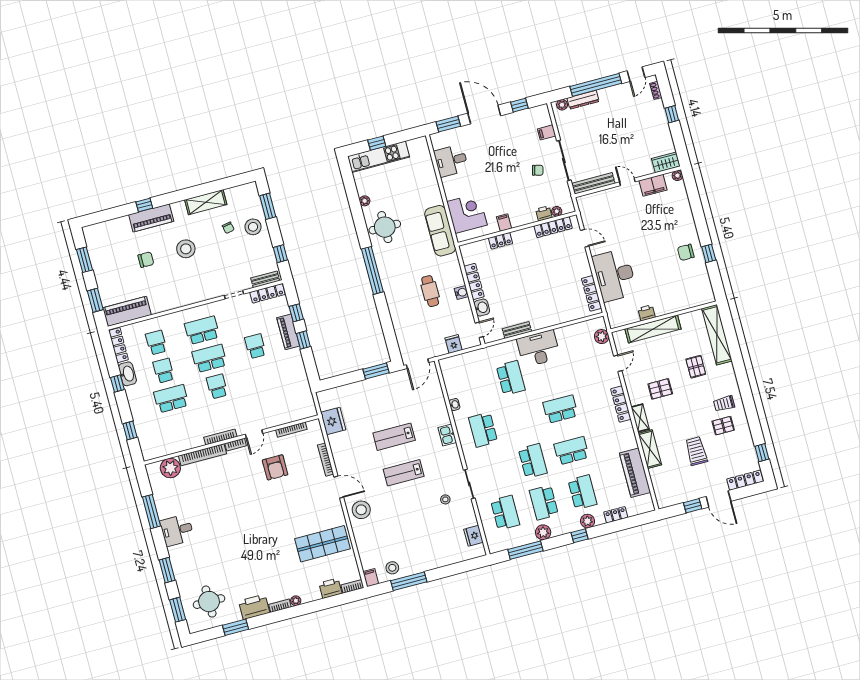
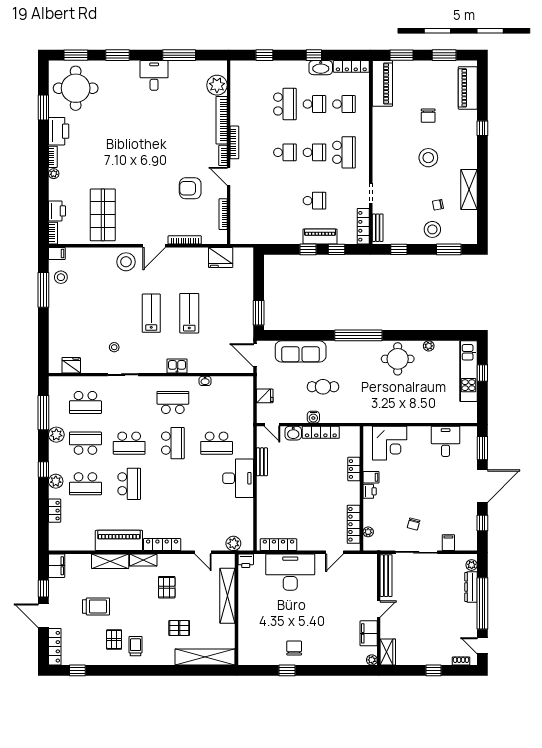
printer: (544, 213) -> (370, 491), moved
piano: (151, 218) -> (468, 88), moved
sofa: (440, 231) -> (301, 351), moved, turned 180
printer: (646, 313) -> (246, 561), moved, turned 90
school desk: (210, 358) -> (314, 152), width x0.54
school desk: (560, 409) -> (173, 443), moved
piano: (635, 473) -> (119, 540), moved
filing cabinet: (668, 499) -> (57, 566), added
door: (718, 499) -> (43, 616), hinge flipped
round table: (209, 602) -> (76, 88), width x1.36, depth x1.36

